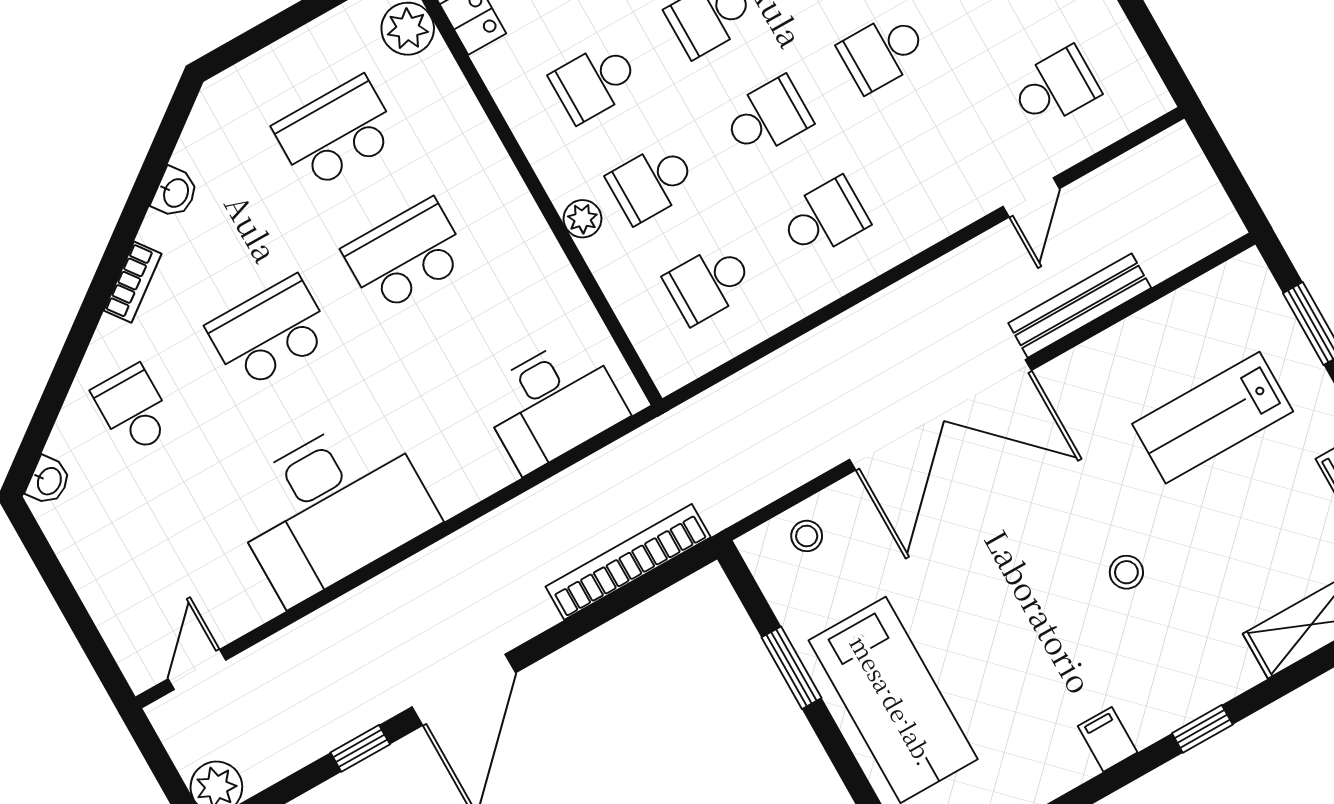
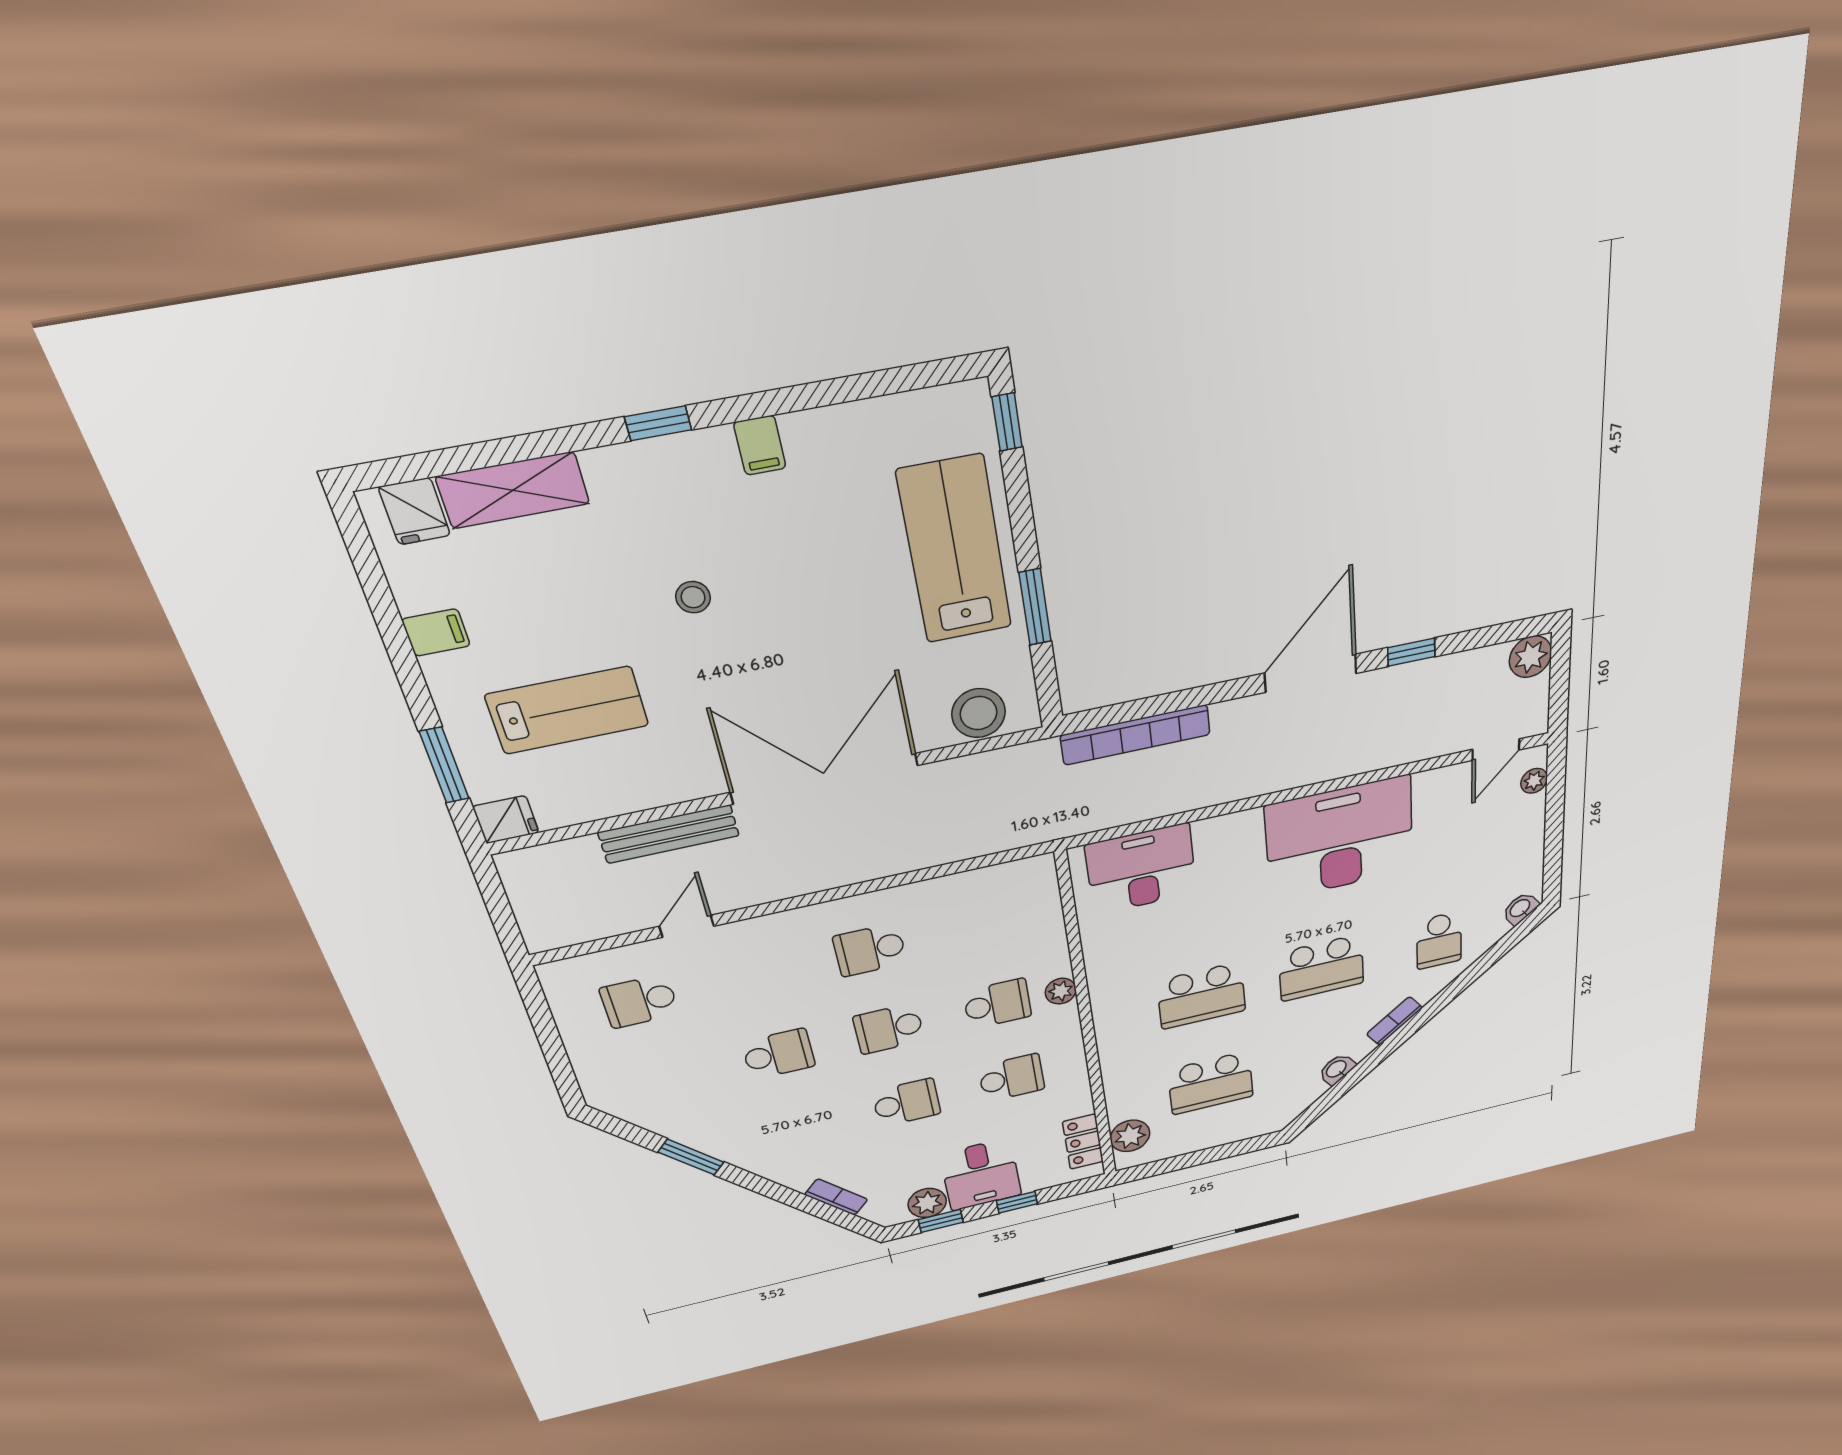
fridge: (1243, 278) -> (506, 820), added
school desk: (709, 283) -> (982, 925), removed
stool: (807, 536) -> (979, 713), width x1.89, depth x1.89
plant: (127, 647) -> (1534, 781), added

